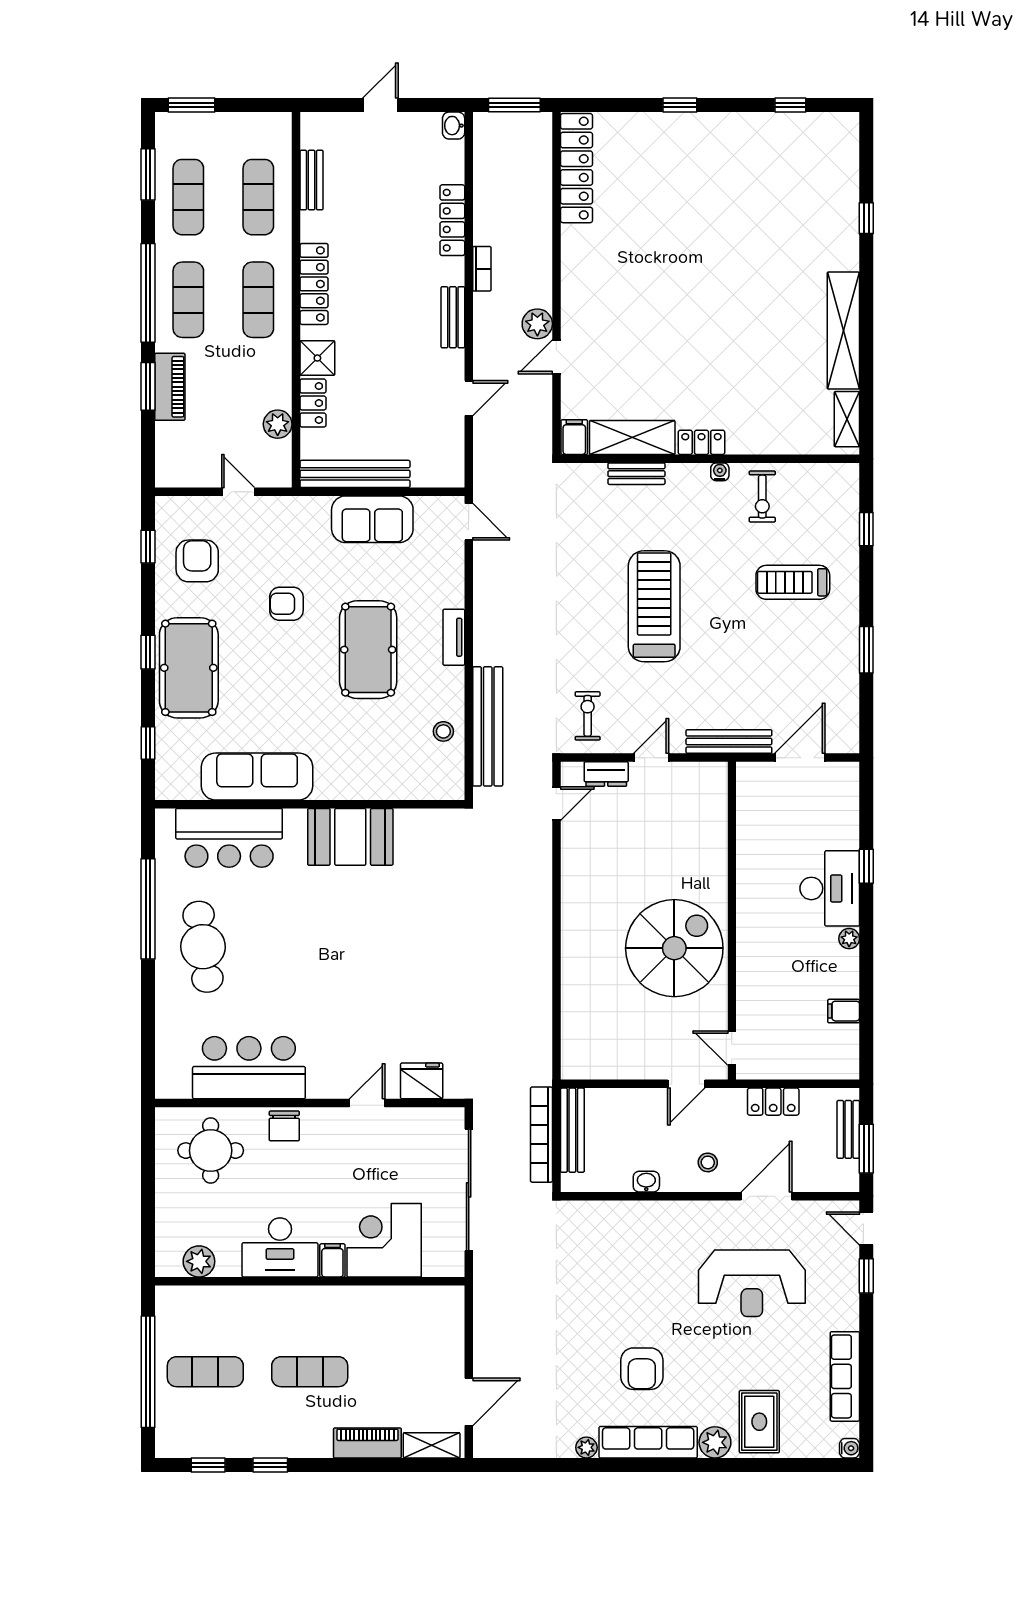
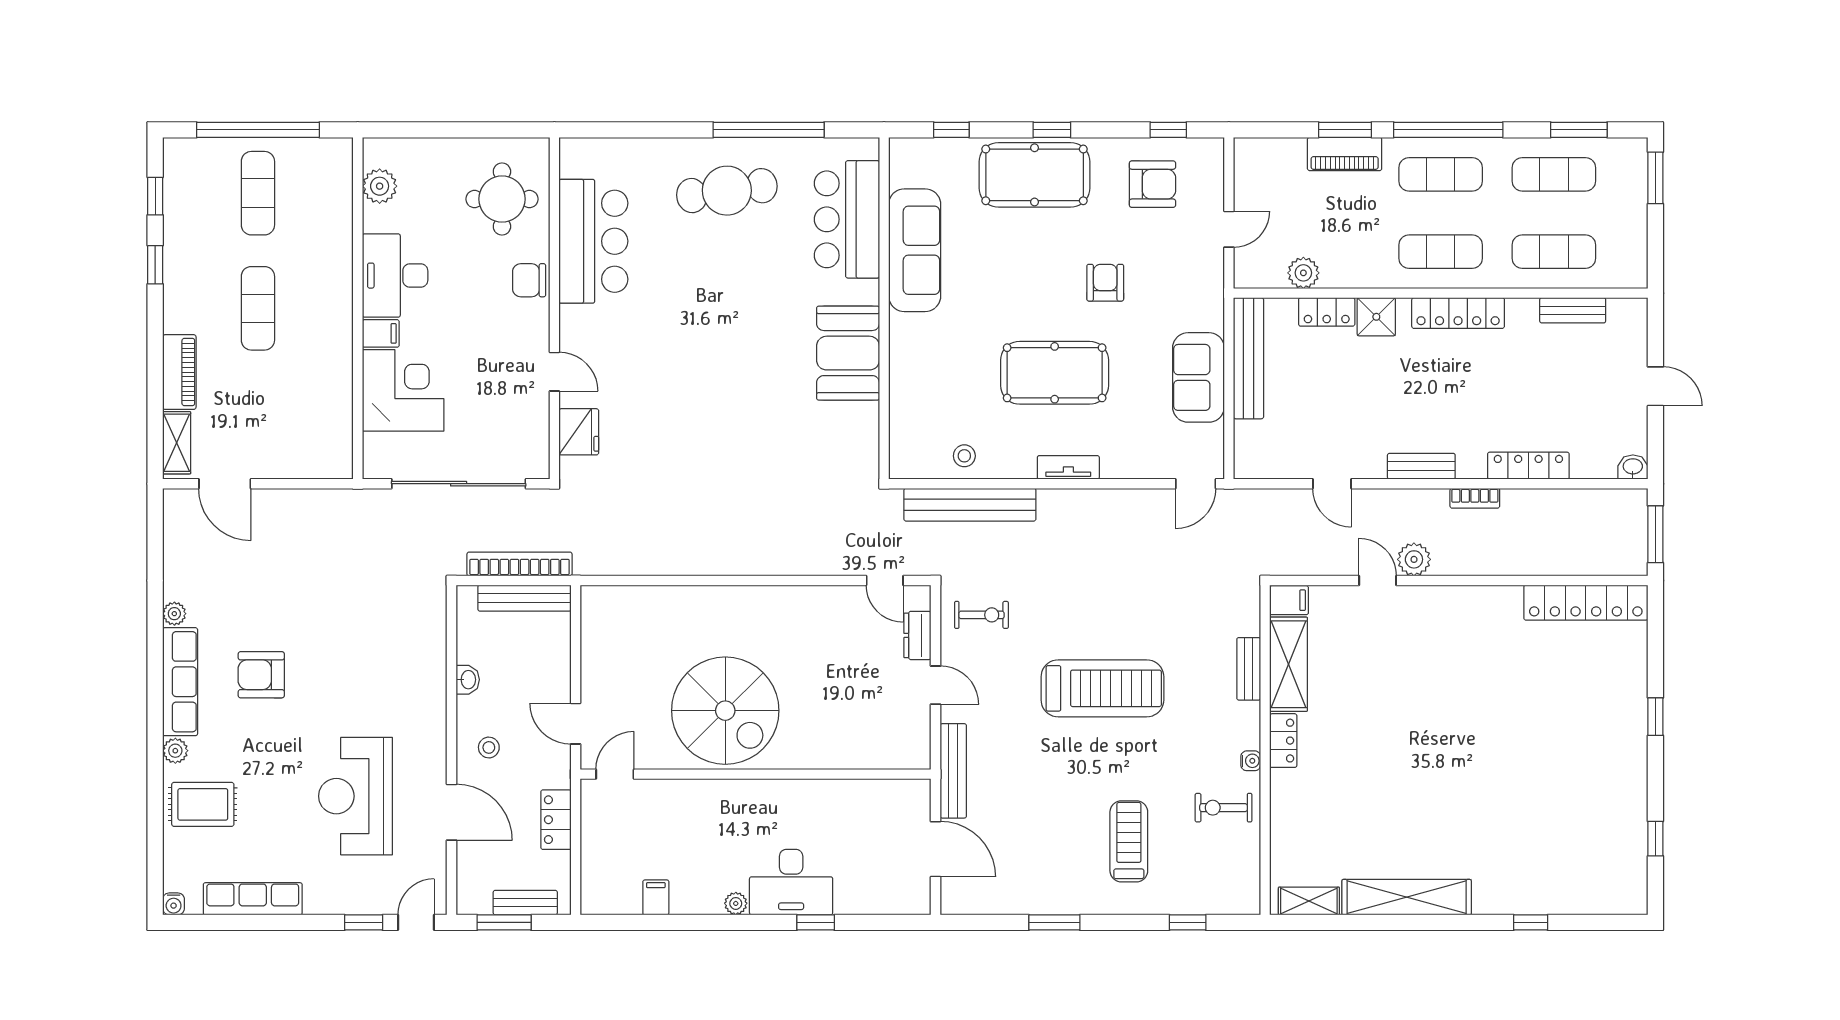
plant: (715, 1442) -> (175, 751), width x0.73, depth x0.73

